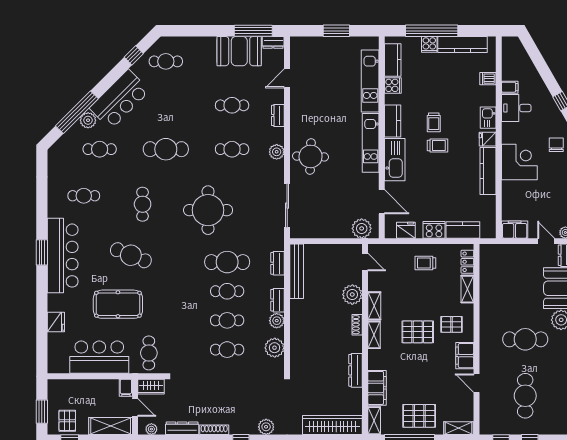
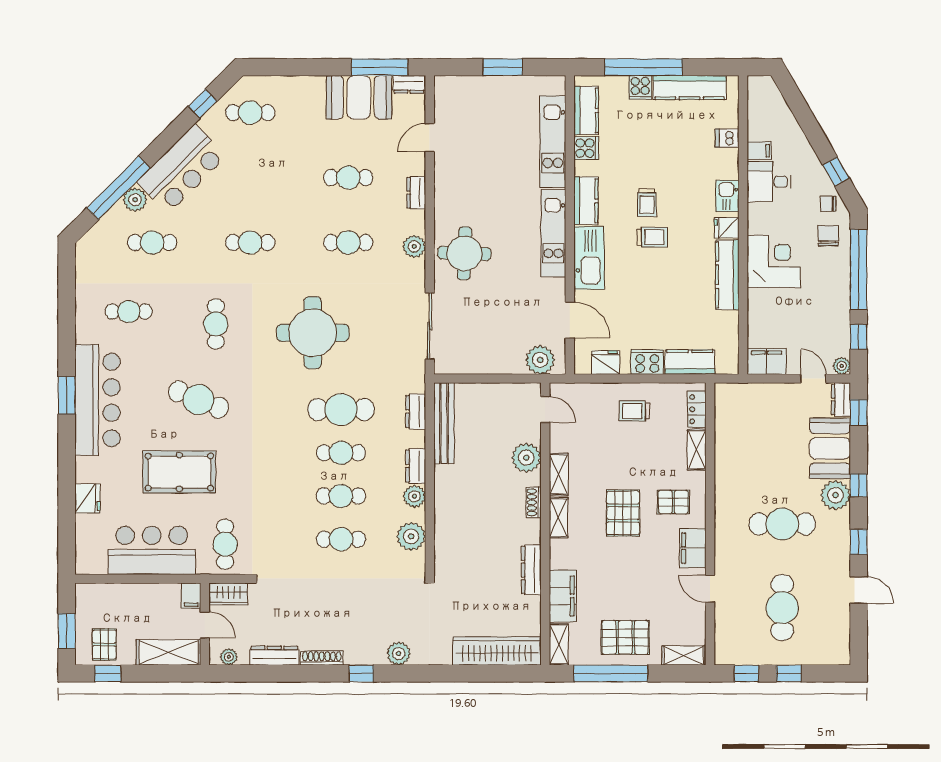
chair: (556, 123) -> (828, 204), added
cafe table: (166, 149) -> (250, 243), width x0.73, depth x0.74
pallet: (418, 332) -> (623, 513), turned 90

